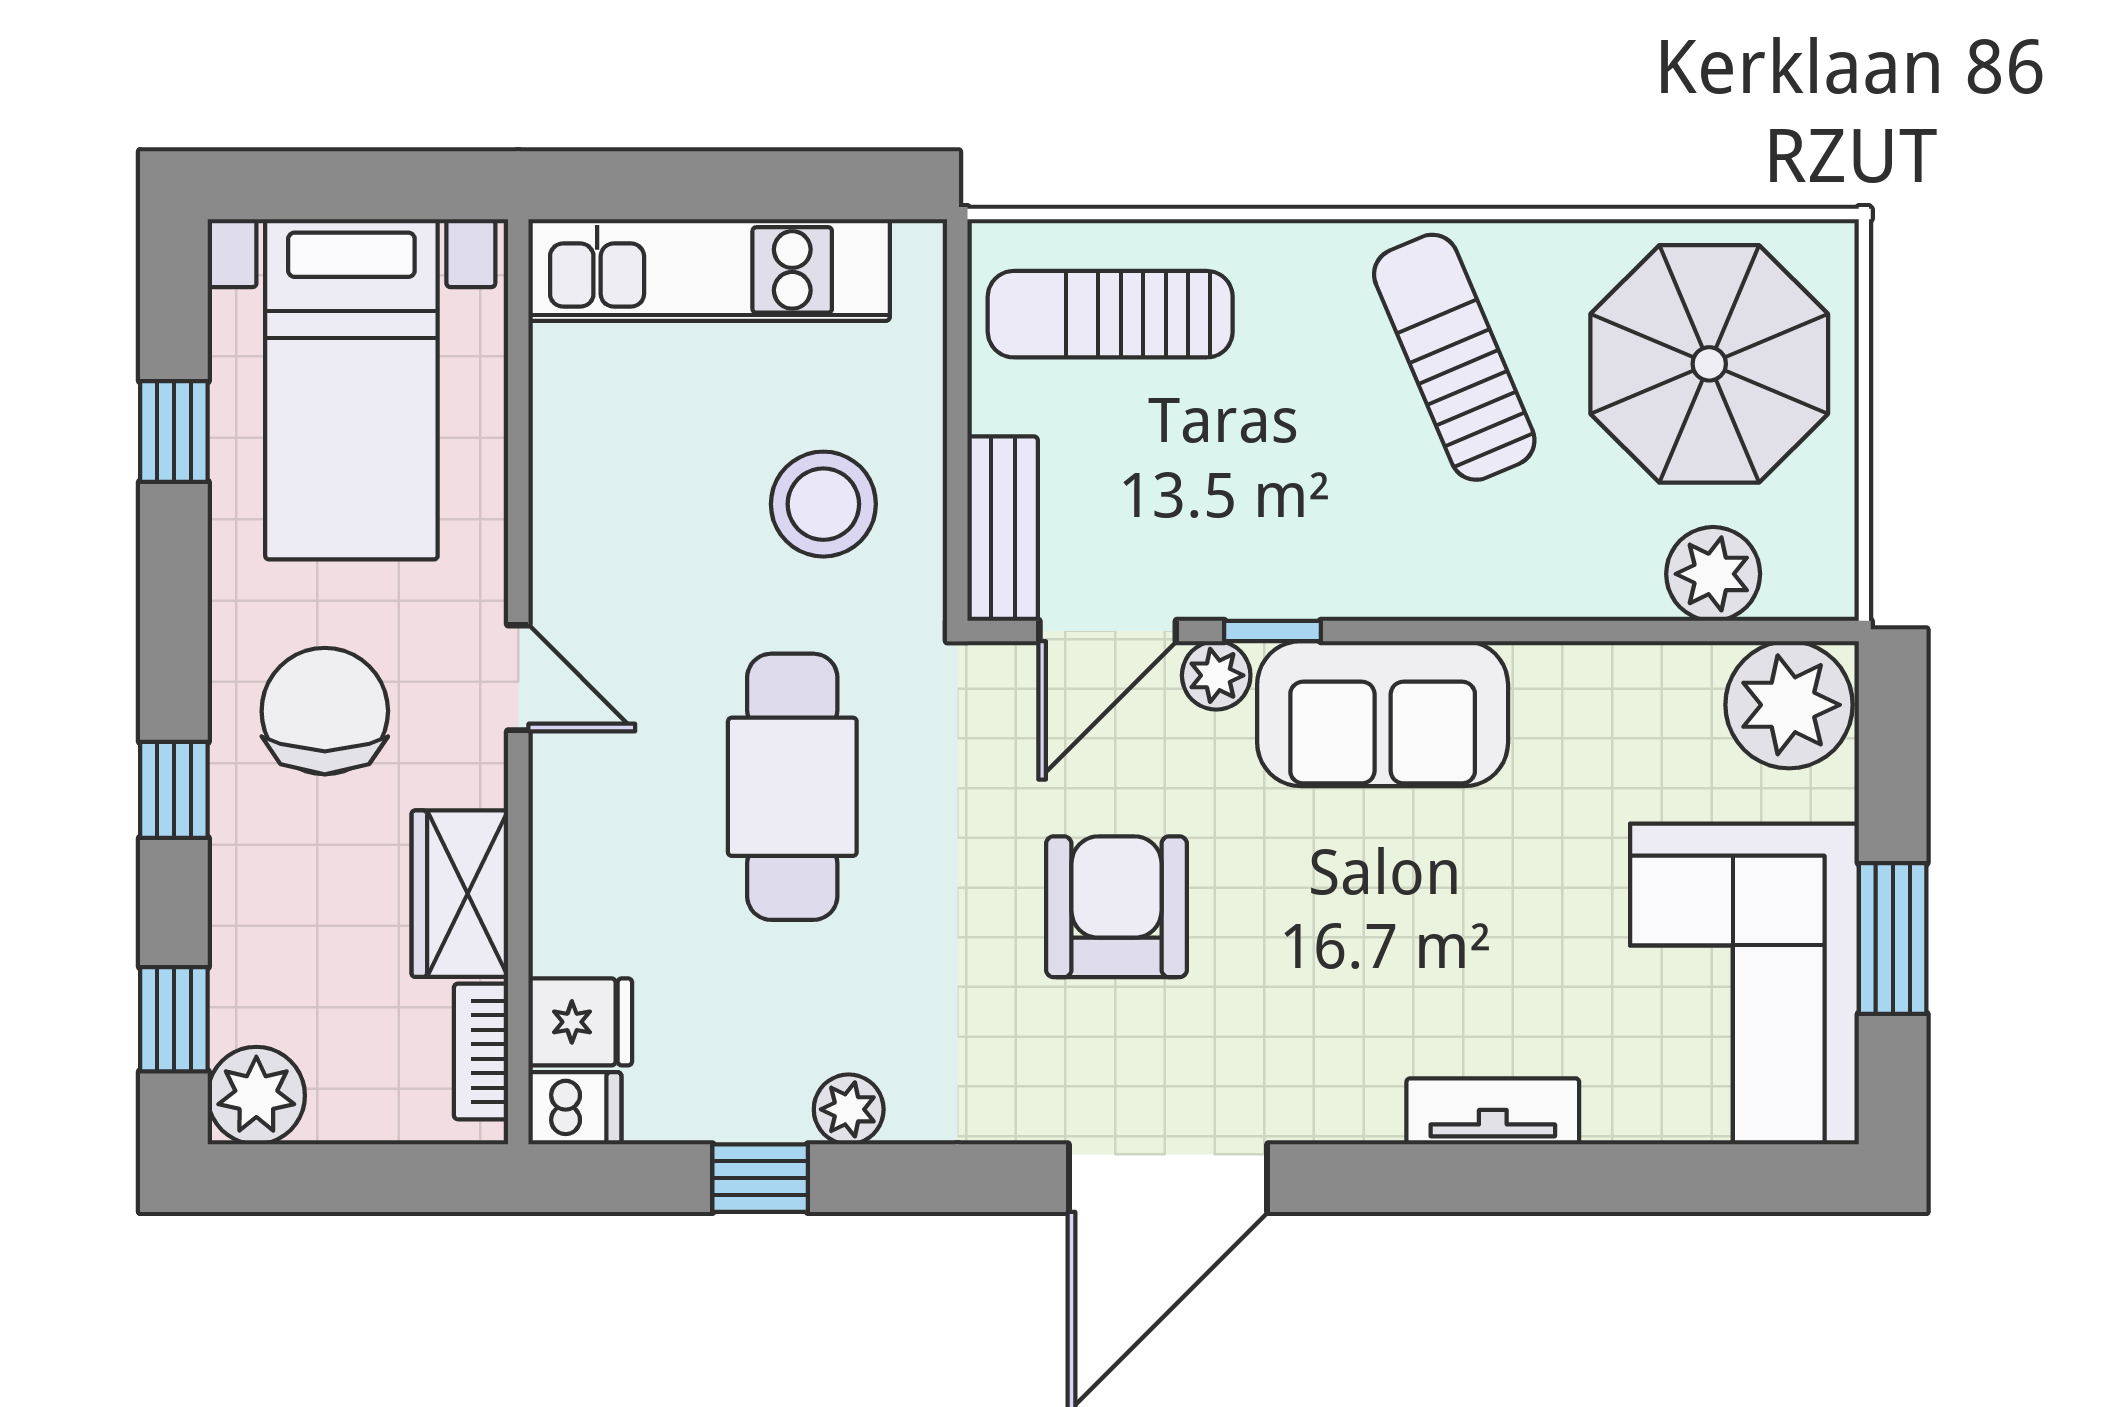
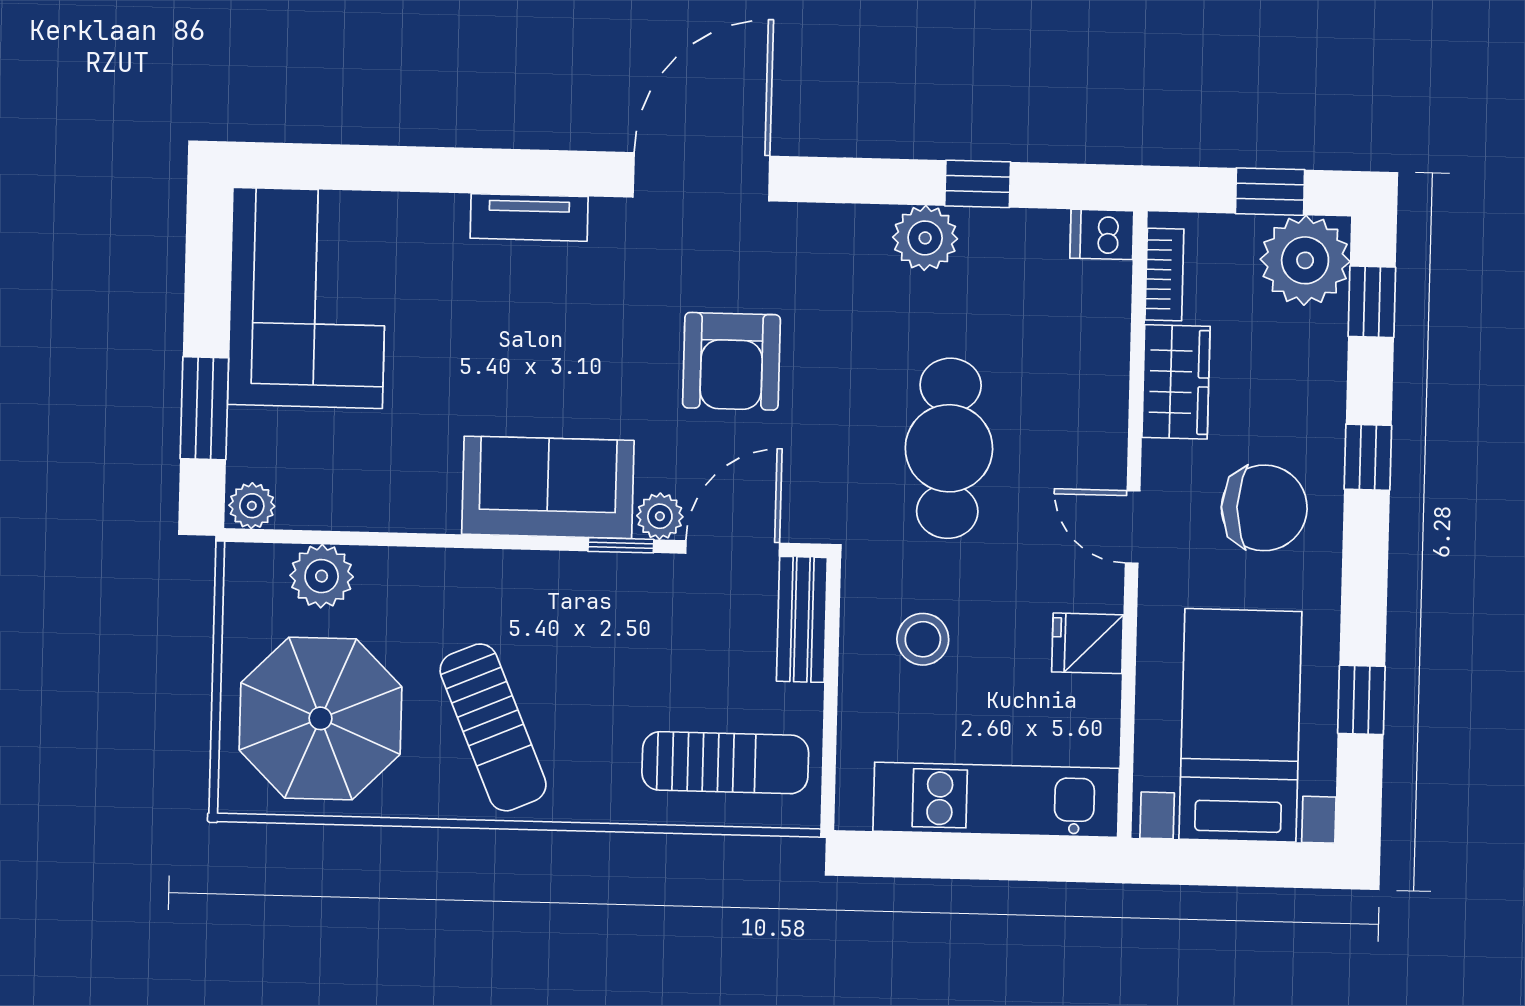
stool: (823, 504) -> (923, 639), width x0.73, depth x0.73
plant: (1789, 705) -> (252, 506), width x0.53, depth x0.53
chair: (325, 711) -> (1264, 508), turned -90
window: (1893, 939) -> (204, 408), moved
fridge: (580, 1022) -> (1087, 643), moved
plant: (256, 1096) -> (1305, 260), width x1.36, depth x1.36
plant: (849, 1109) -> (925, 238), width x1.38, depth x1.38
tv unit: (1493, 1111) -> (529, 217), moved
window: (328, 1178) -> (1270, 192), added

